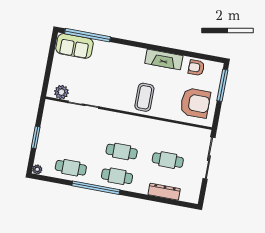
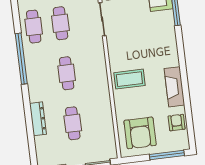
cafe table: (117, 176) -> (60, 23), moved
dresser: (164, 192) -> (38, 119), moved

